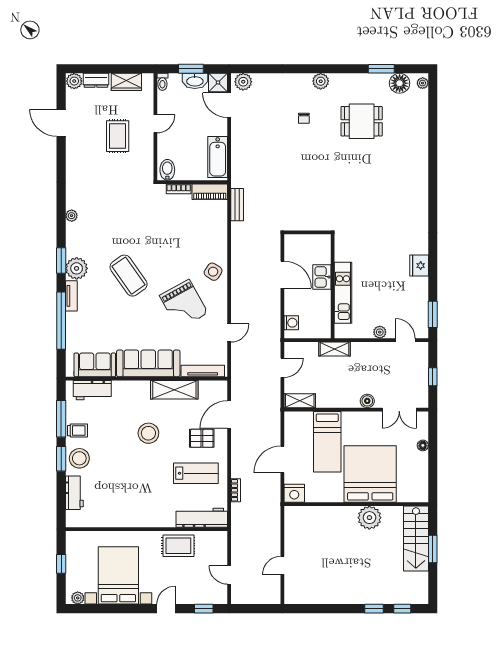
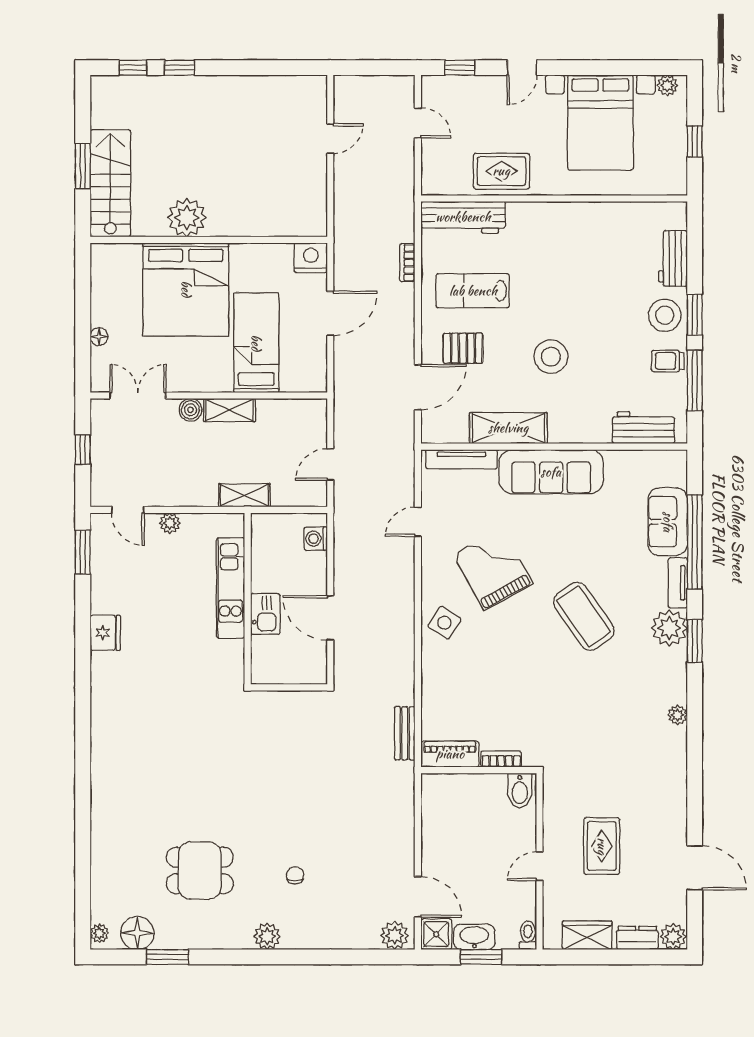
bathtub: (218, 157) -> (437, 811), removed
sofa: (95, 365) -> (668, 522), moved, turned 90
shelving: (300, 401) -> (229, 410), moved

